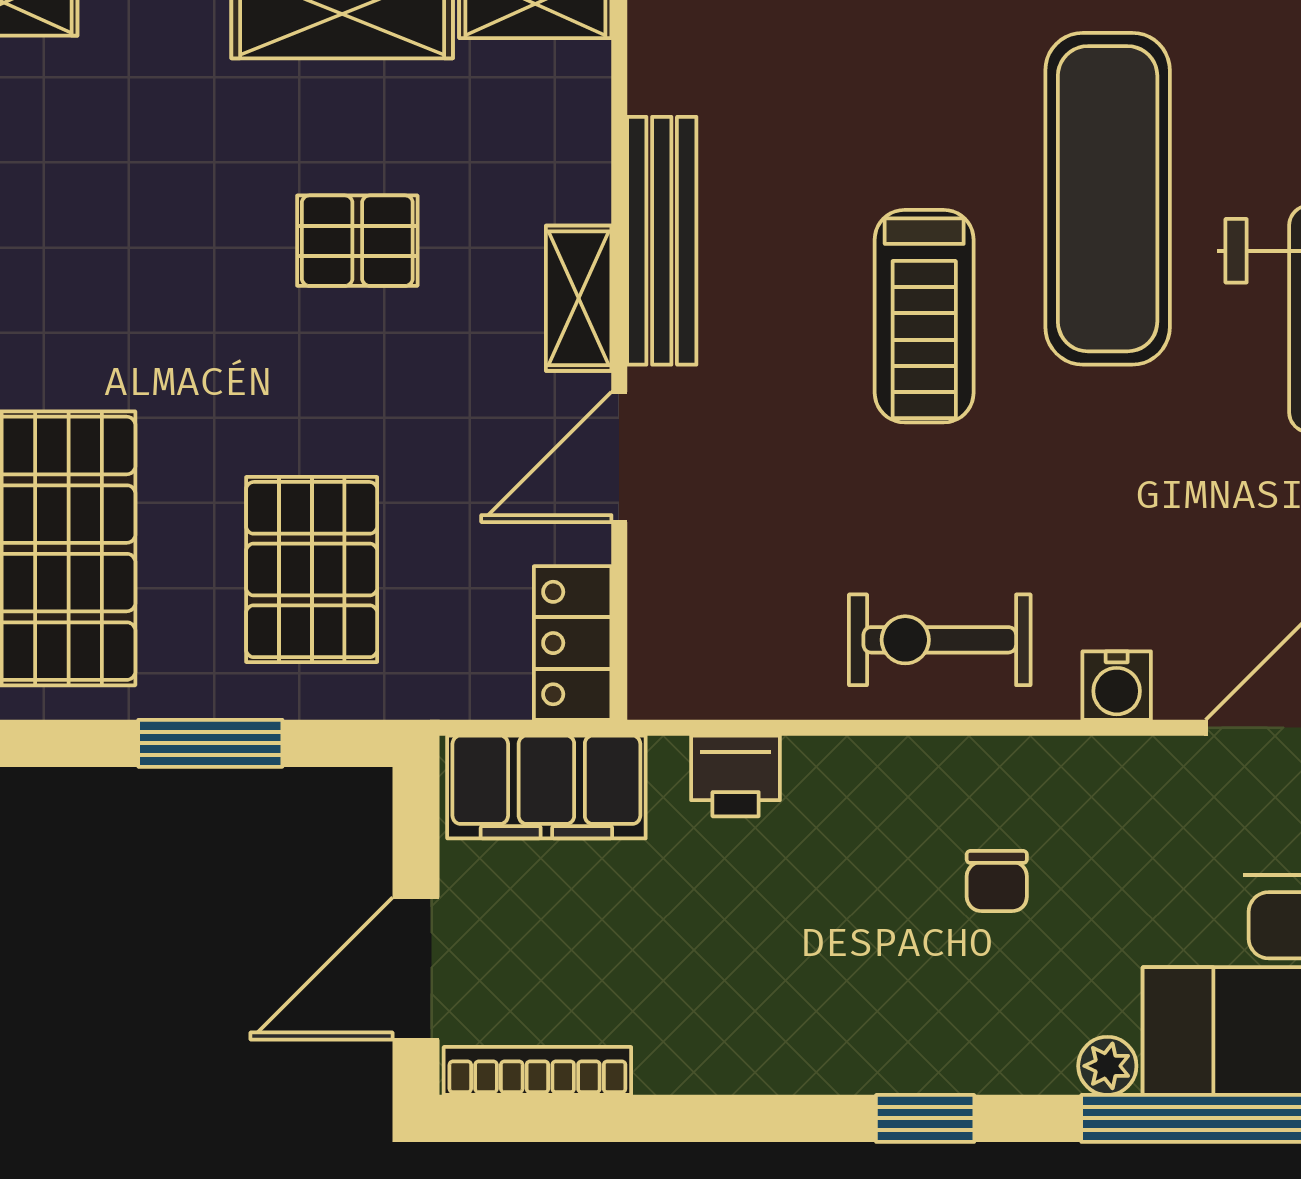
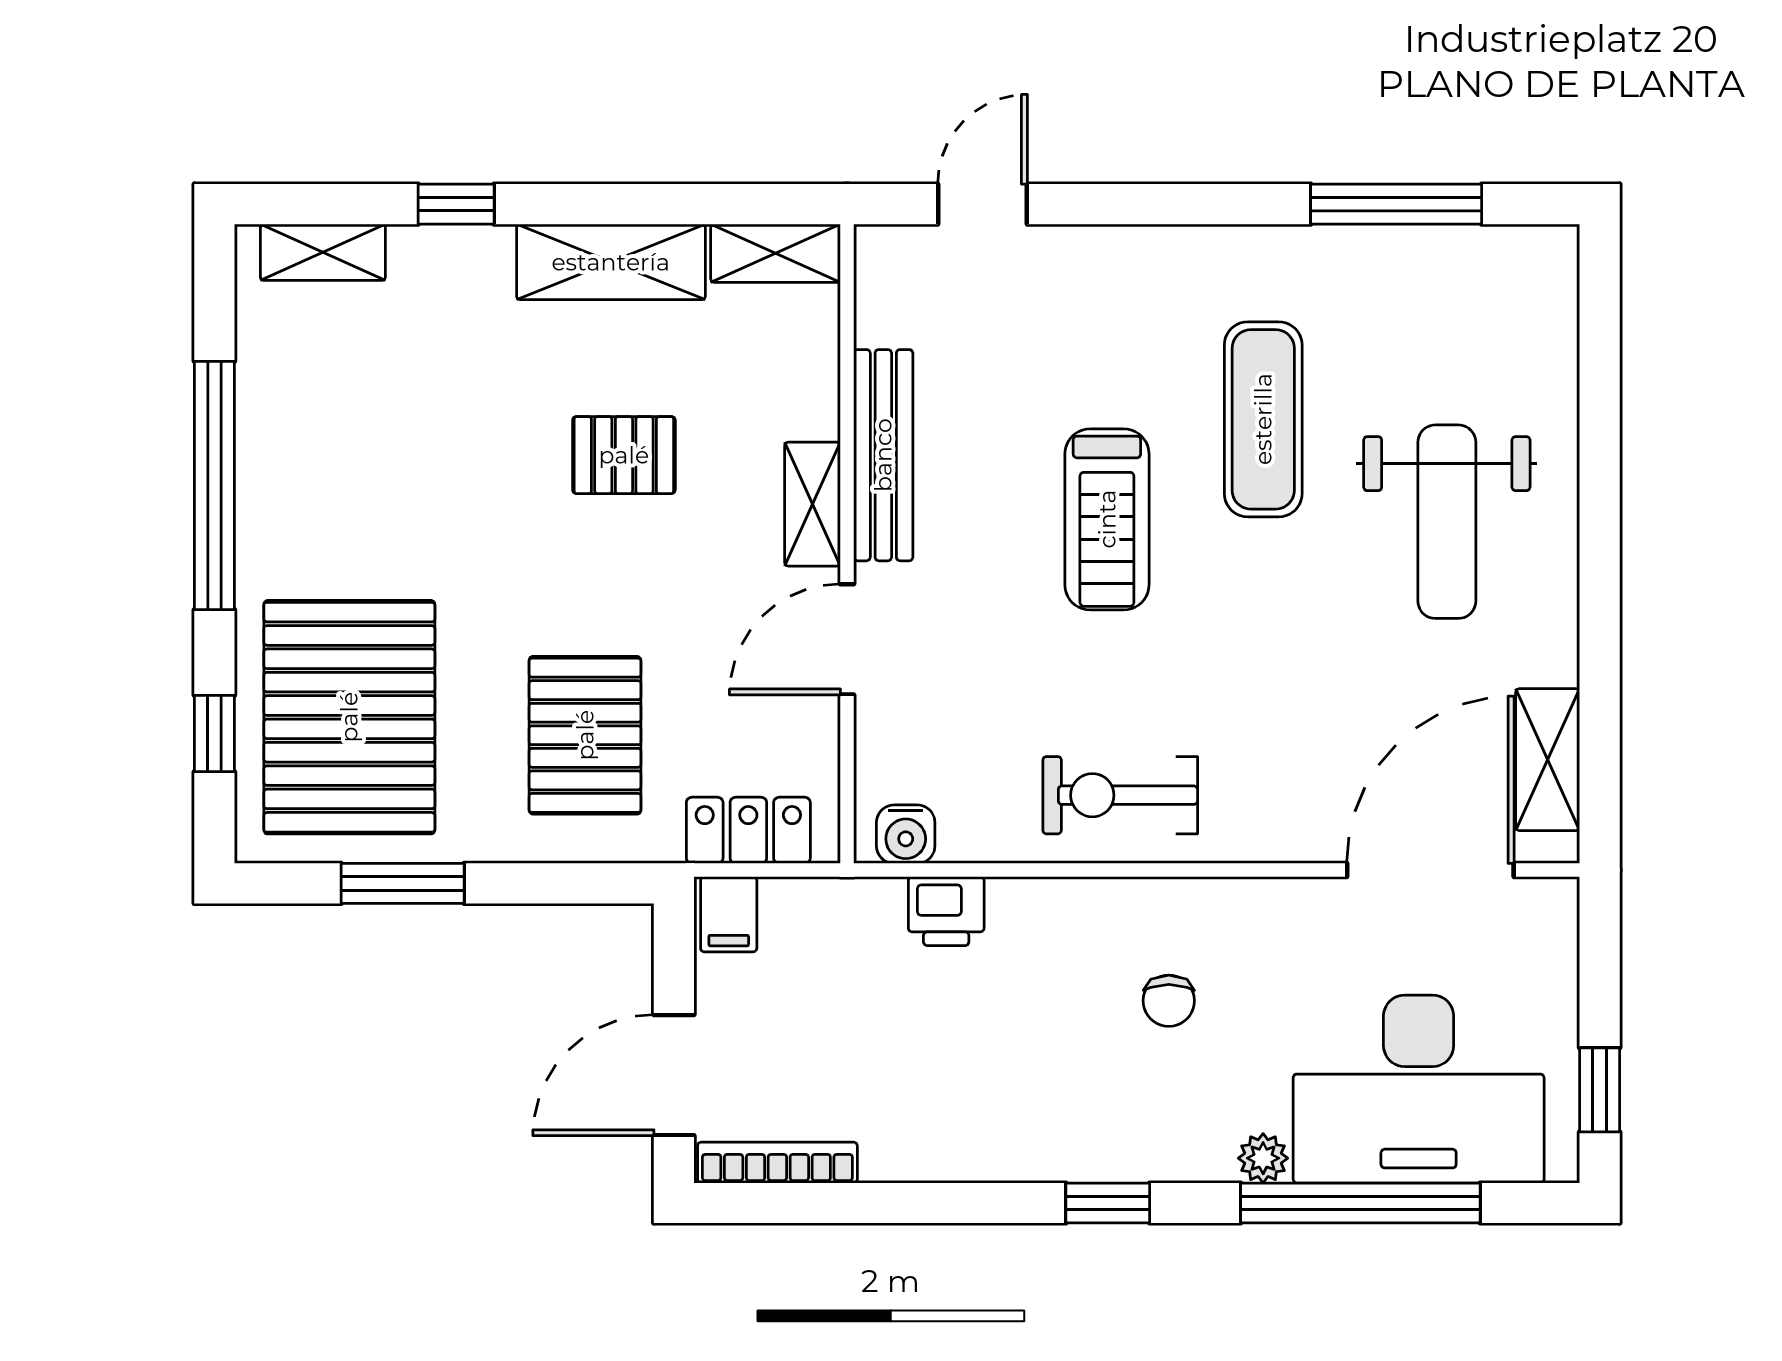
exercise mat: (1108, 199) -> (1263, 419), width x0.73, depth x0.69
locker: (573, 643) -> (748, 830), moved, turned 90
water cooler: (1117, 686) -> (906, 834), moved
window: (210, 743) -> (403, 883), moved
filing cabinet: (546, 787) -> (729, 914), width x0.33, depth x0.86

